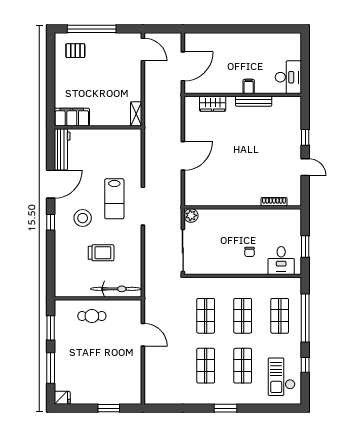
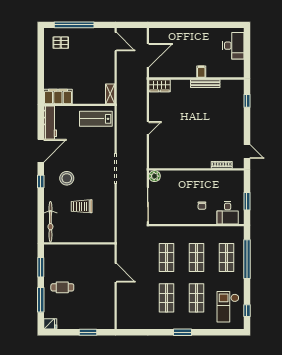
desk: (288, 77) -> (233, 46), moved
wardrobe: (213, 104) -> (159, 86), moved
window: (305, 137) -> (247, 101), moved
door: (183, 156) -> (148, 128), width x0.53
door: (305, 167) -> (247, 152), moved
lab bench: (114, 199) -> (96, 119), moved, turned 90
trolley: (101, 253) -> (82, 206), turned 180
bicycle: (116, 289) -> (50, 222), moved, turned 90
cafe table: (92, 316) -> (62, 287), moved
window: (305, 365) -> (247, 311), moved

